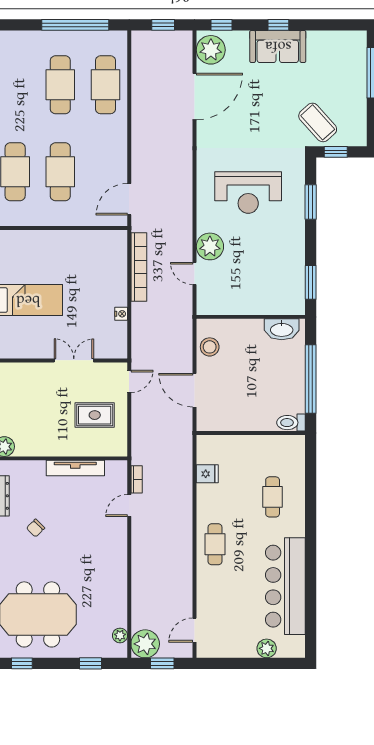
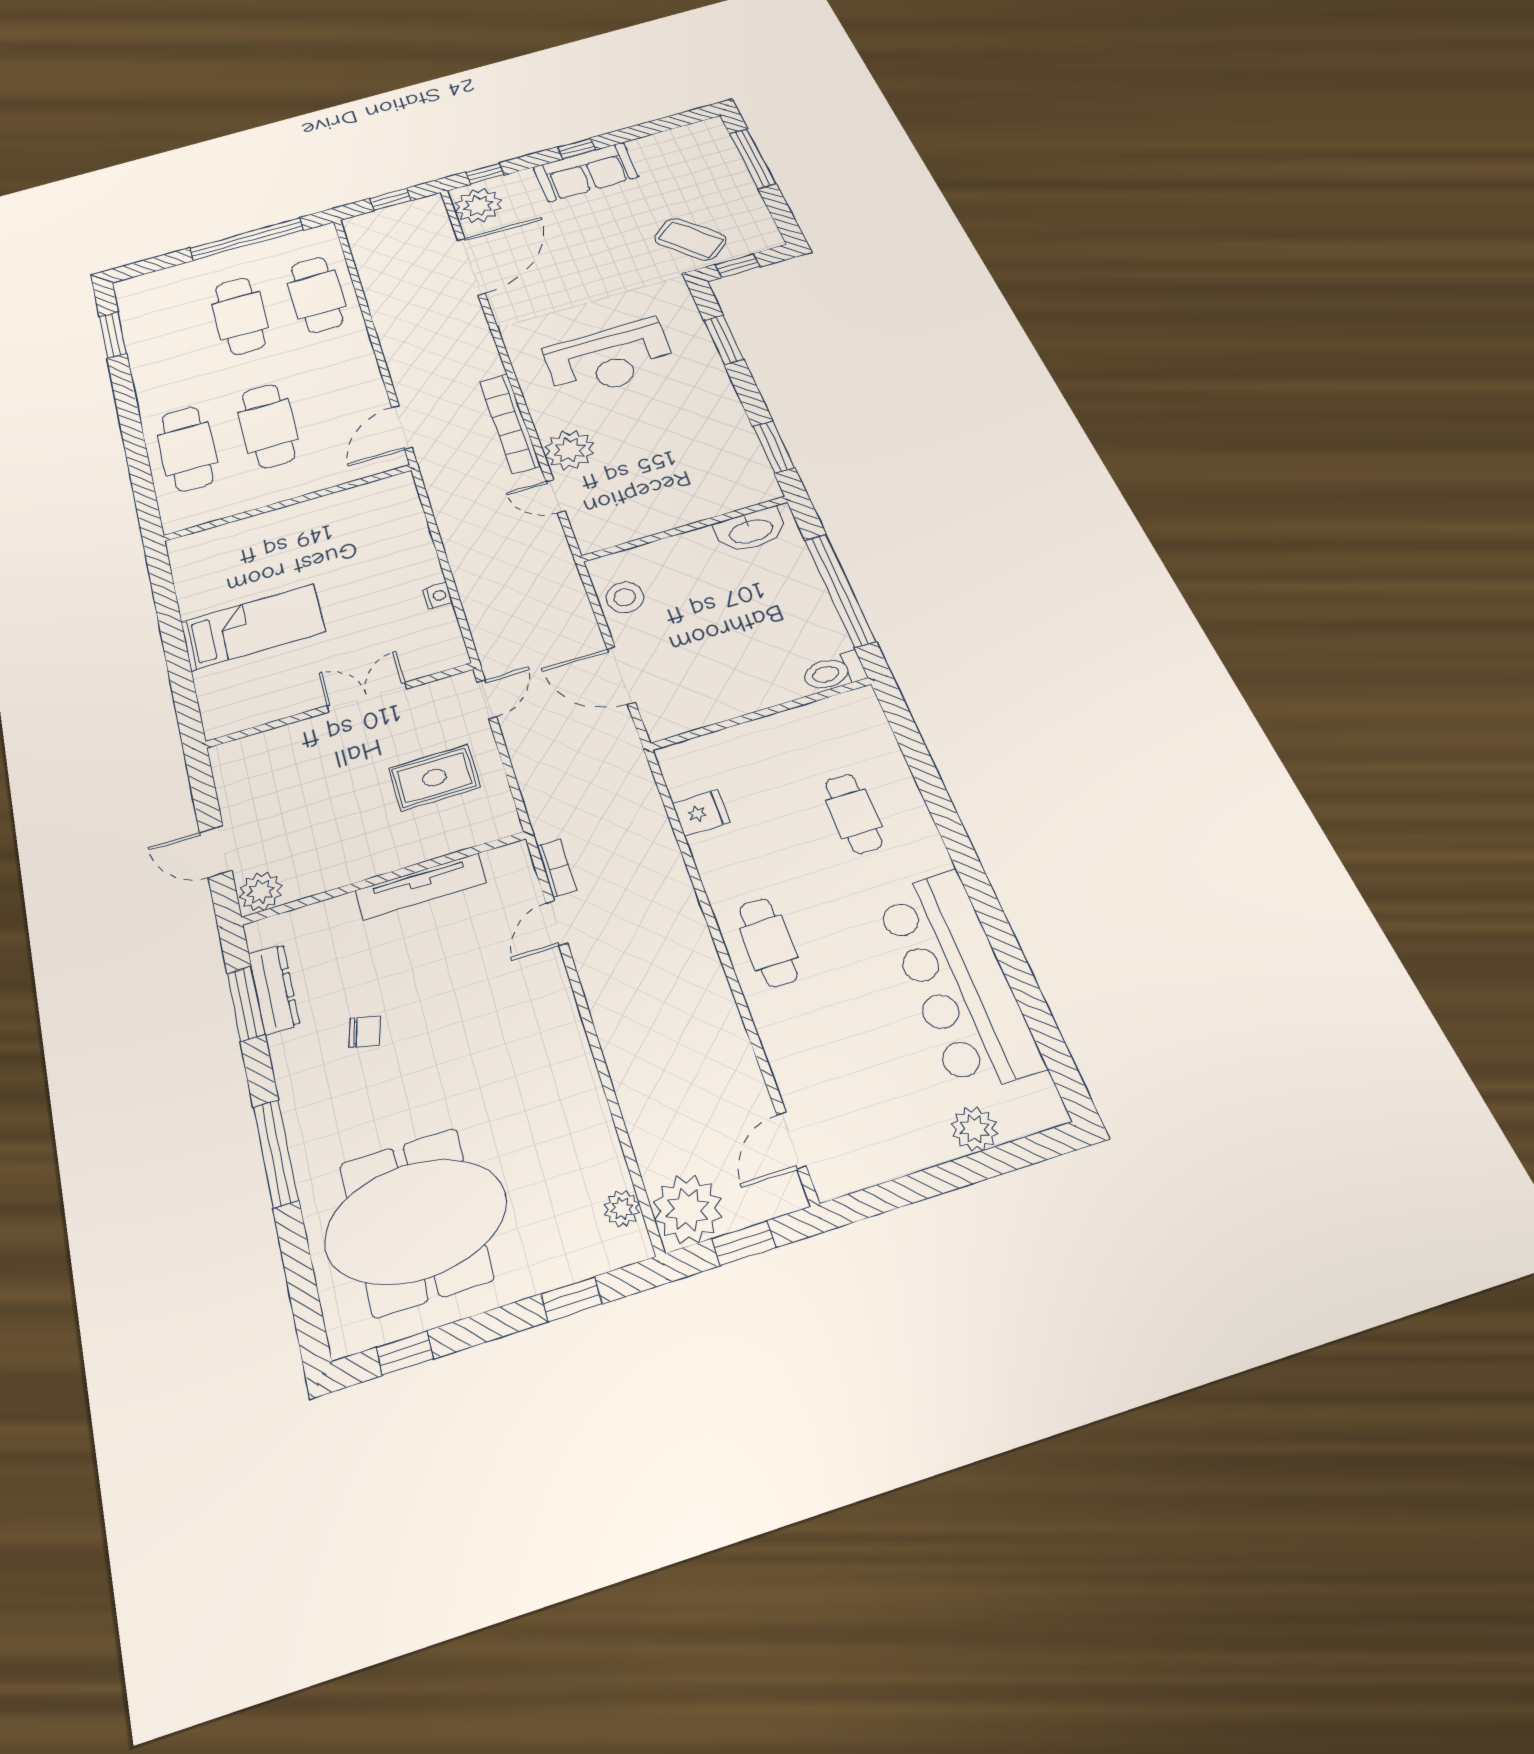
bookcase: (139, 267) -> (510, 423), moved, turned 180
chair: (36, 528) -> (365, 1032), turned -121

